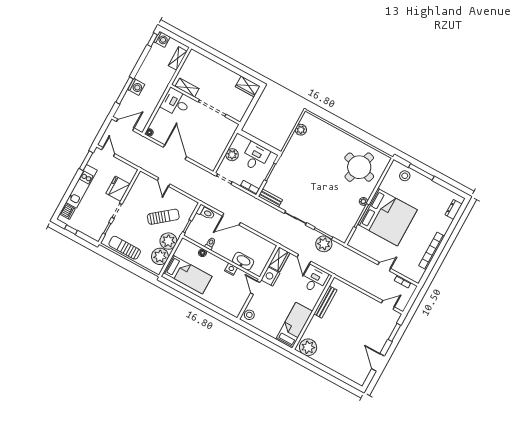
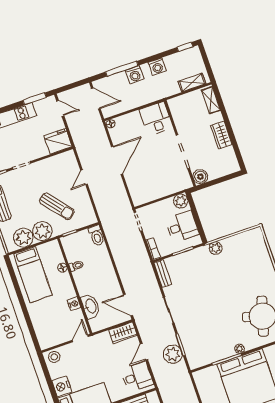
washing machine: (162, 39) -> (157, 67), moved
wardrobe: (248, 86) -> (221, 135), moved
shelving: (187, 88) -> (211, 100), moved
boiler: (238, 114) -> (200, 177), added
plant: (301, 130) -> (216, 248), moved
door: (108, 152) -> (60, 108), hinge flipped
plant: (232, 155) -> (181, 201), moved
fridge: (118, 189) -> (58, 141), moved
door: (231, 219) -> (128, 305), moved
nightstand: (270, 276) -> (62, 386), moved, turned -90

